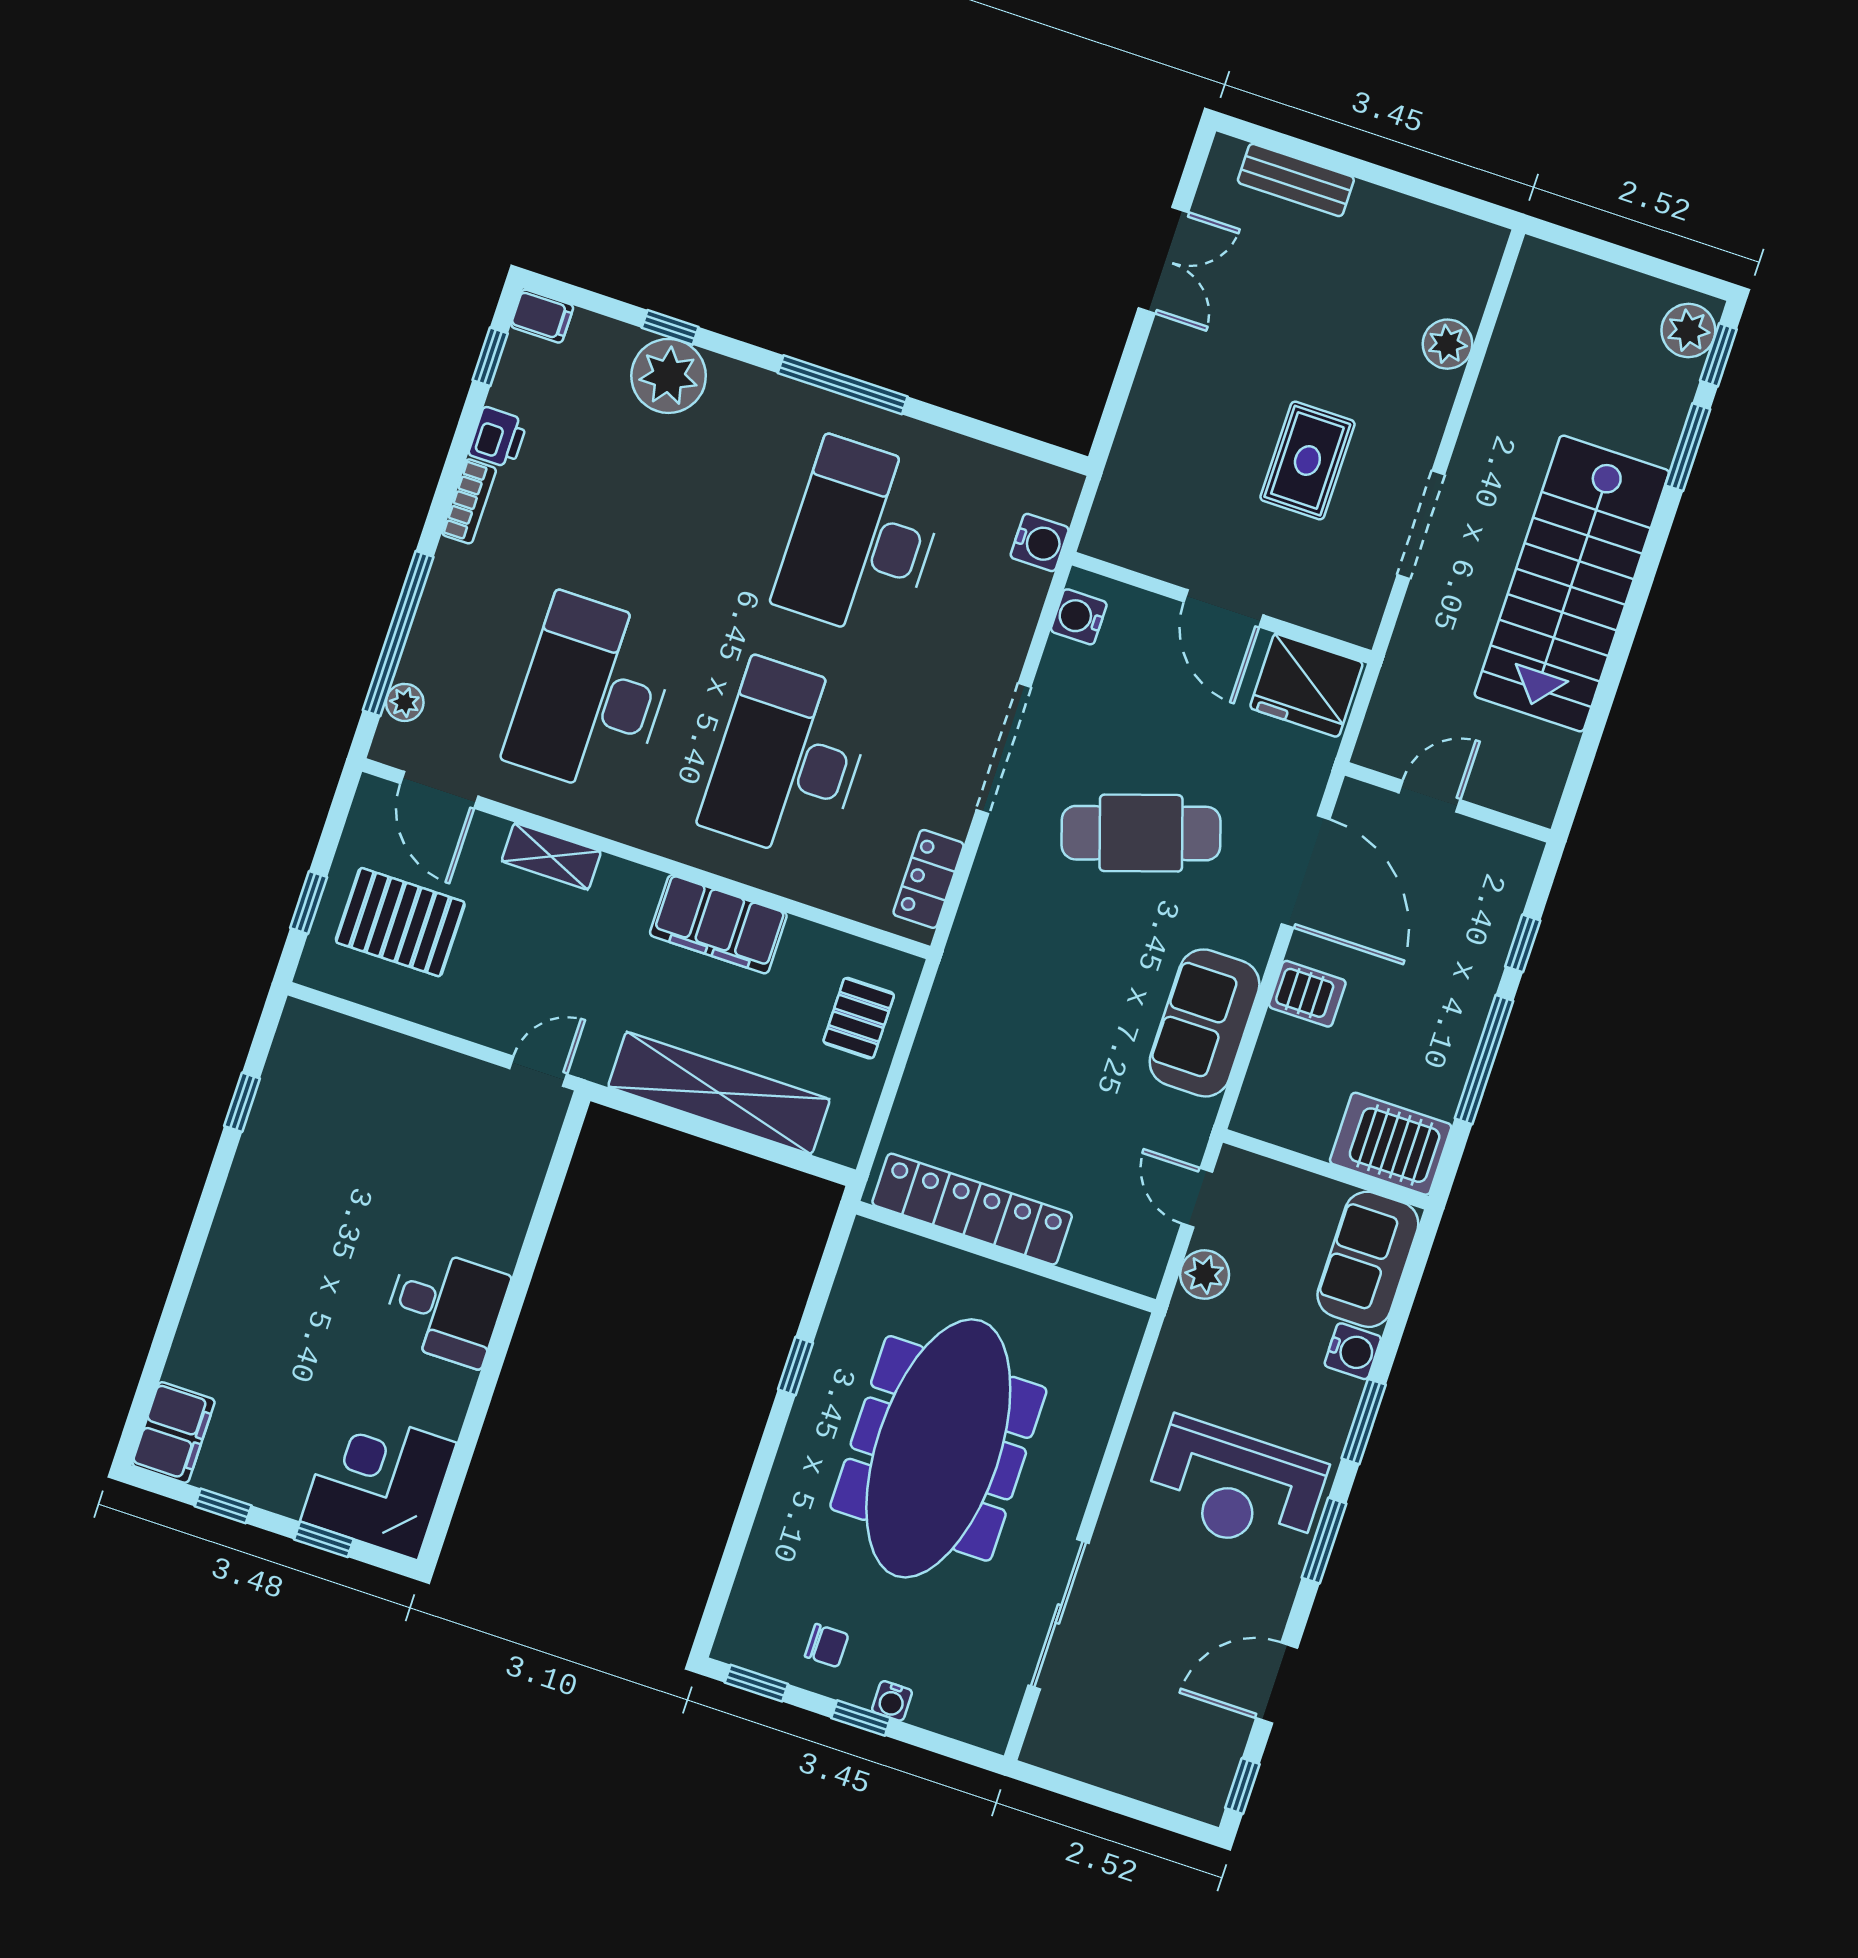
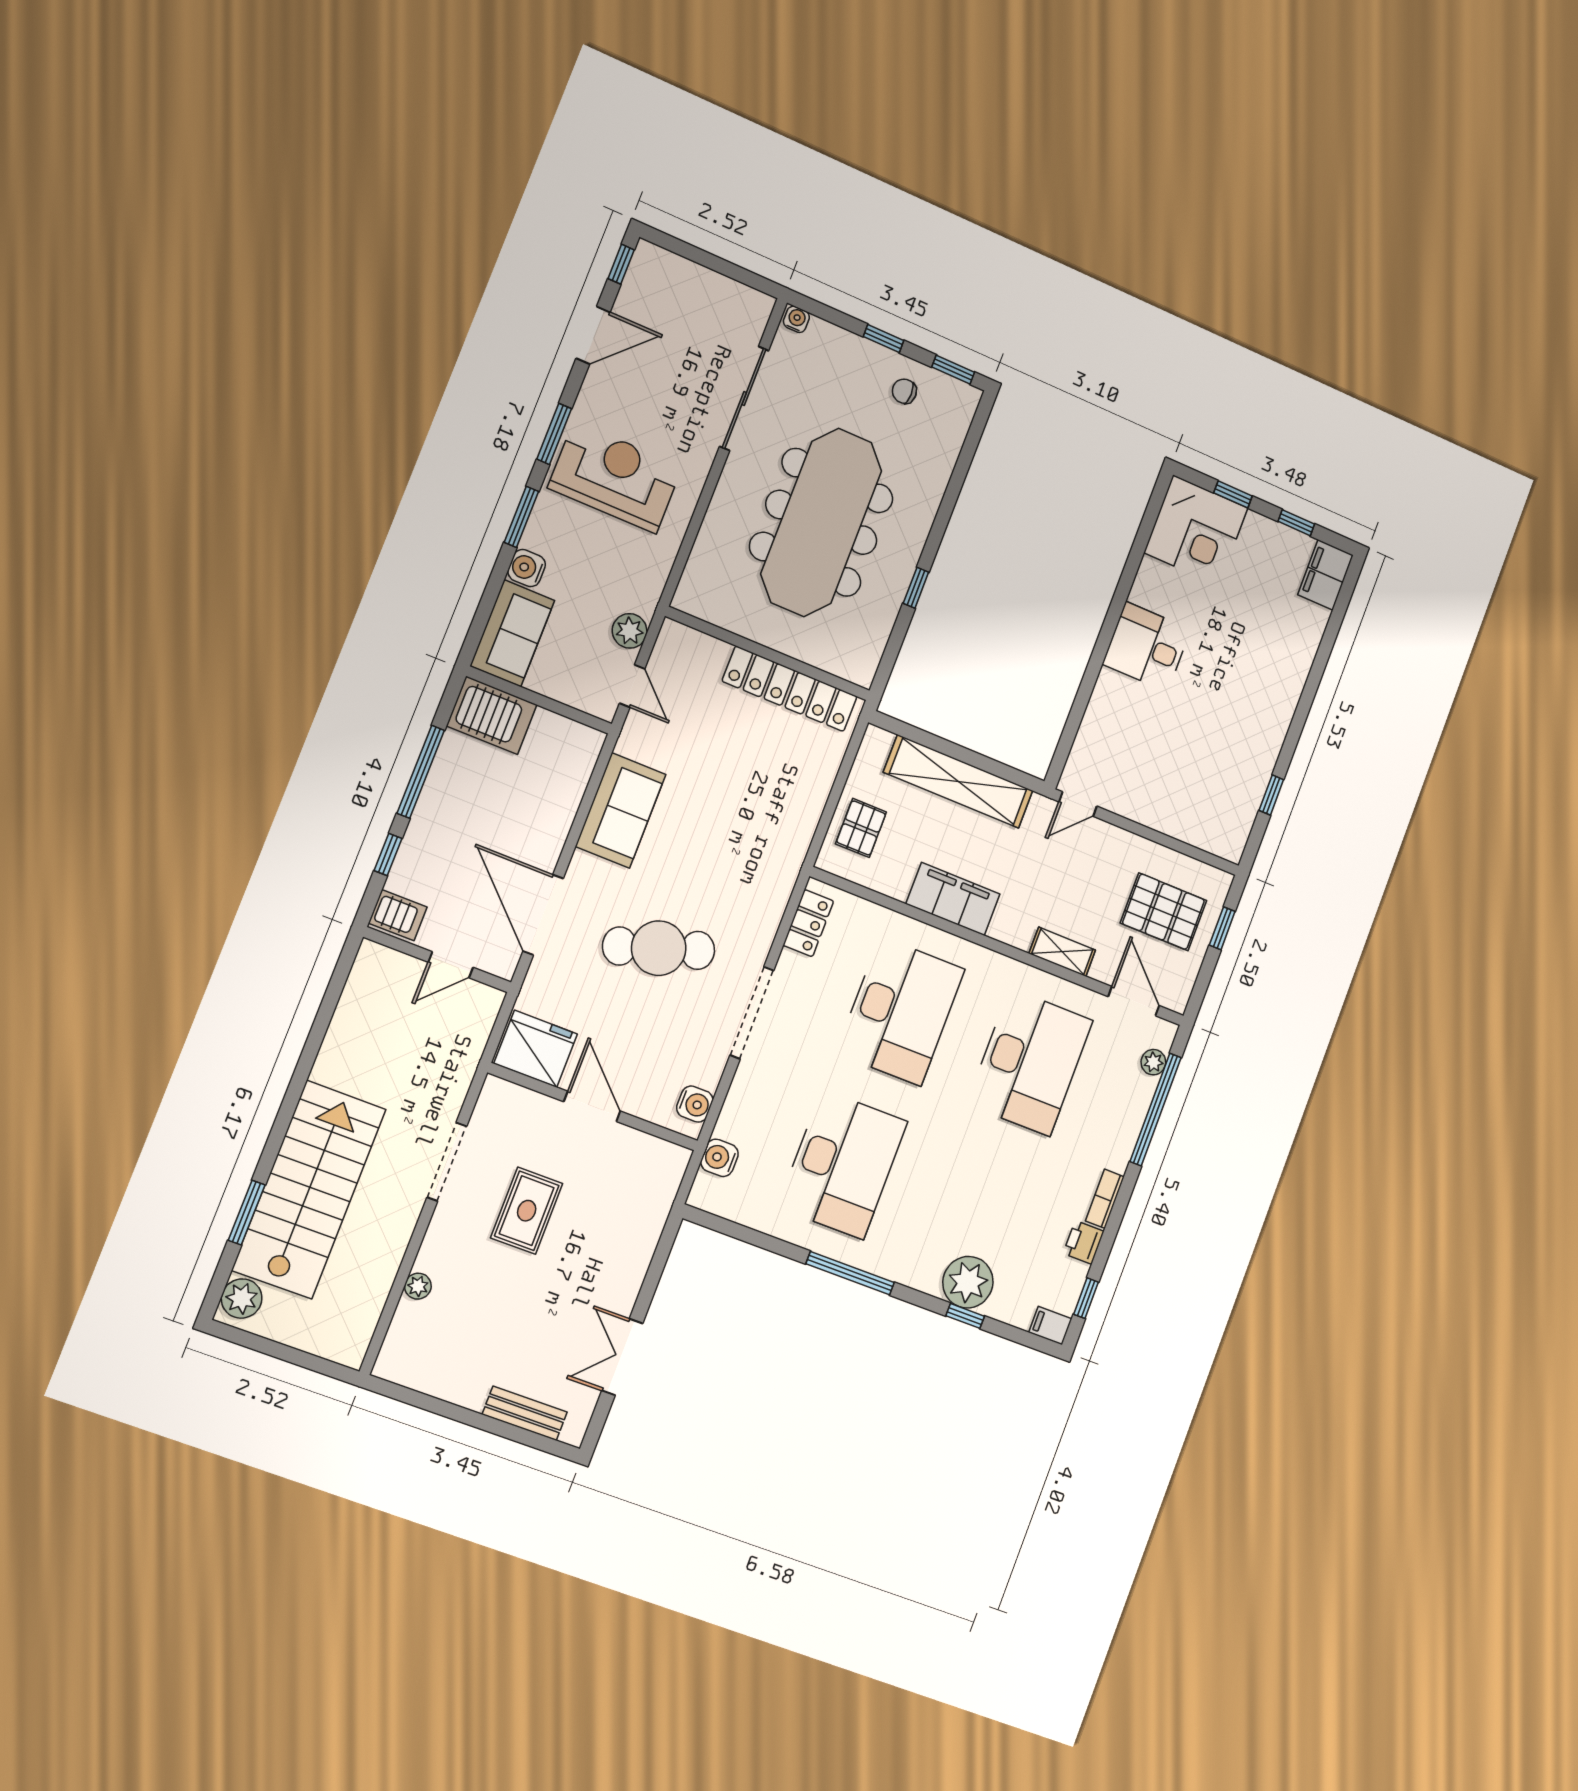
plant: (1448, 344) -> (418, 1286), width x0.73, depth x0.73
window: (1718, 355) -> (220, 1280), removed
stairs: (1572, 584) -> (309, 1190), moved
server rack: (1307, 994) -> (398, 915), moved, turned 180
water cooler: (892, 1701) -> (796, 319), moved

